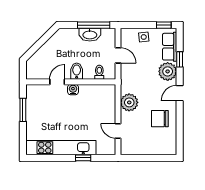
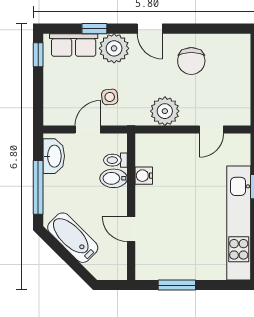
window: (94, 25) -> (38, 187), moved
washbasin: (90, 35) -> (54, 156), moved
side table: (144, 37) -> (110, 97), moved
bathtub: (52, 46) -> (73, 238), added
bidet: (77, 71) -> (114, 178), moved
water cooler: (73, 90) -> (144, 176), moved

